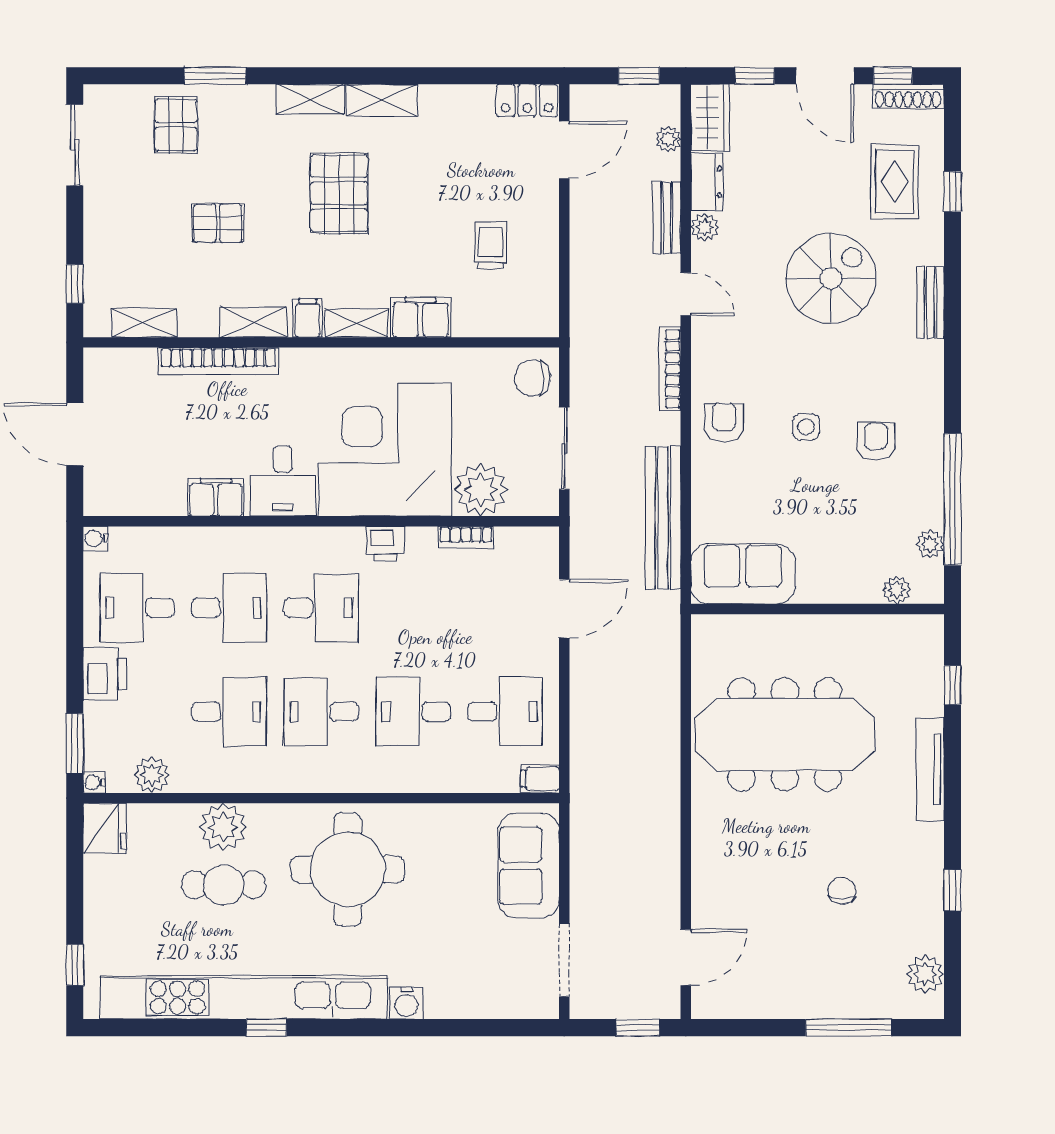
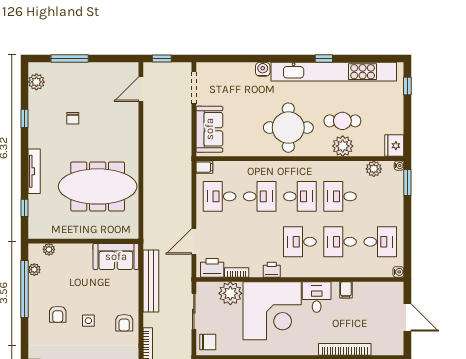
filing cabinet: (216, 497) -> (346, 290), width x0.50
printer: (105, 674) -> (212, 268), moved, turned 90

